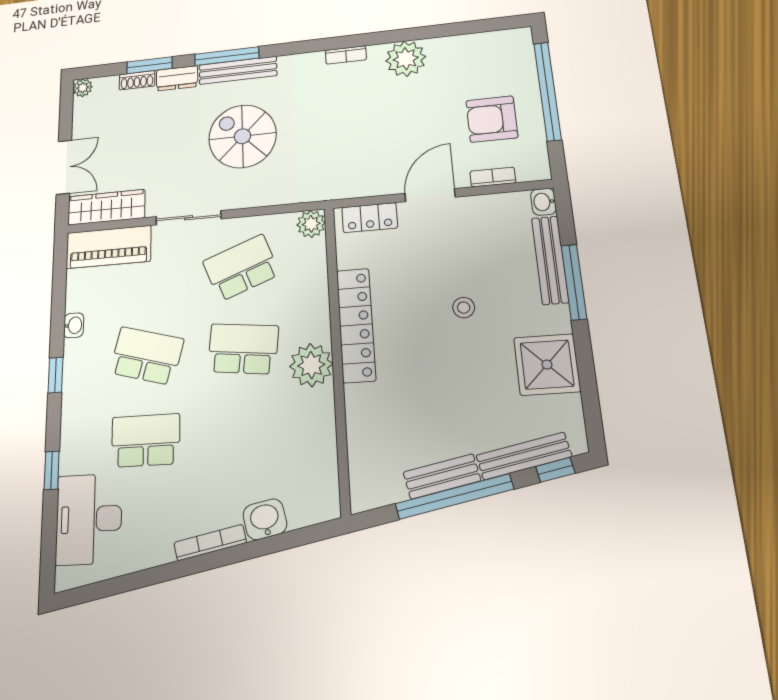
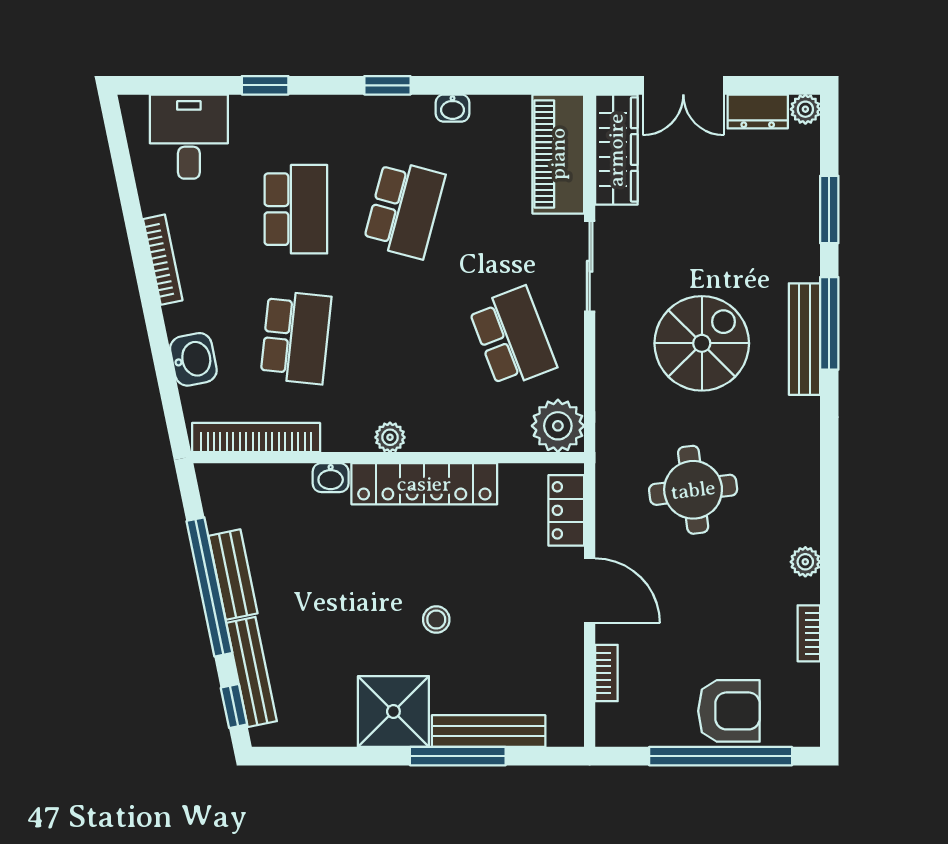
bookcase: (346, 55) -> (809, 633), moved
plant: (406, 59) -> (805, 562), width x0.53, depth x0.53
dresser: (177, 78) -> (758, 111), moved, turned -90
shoe rack: (137, 80) -> (807, 191), removed
armchair: (492, 119) -> (729, 711), moved, turned 90
round table: (348, 131) -> (693, 490), added
washbasin: (543, 202) -> (331, 478), moved, turned 180
plant: (311, 224) -> (558, 426), width x1.36, depth x1.36
school desk: (243, 349) -> (296, 337), moved
plant: (311, 365) -> (390, 437), width x0.53, depth x0.53
shower: (547, 365) -> (393, 711), moved
bookcase: (326, 463) -> (256, 438), added
desk: (89, 519) -> (189, 137), width x0.73
bookcase: (210, 543) -> (163, 260), moved

